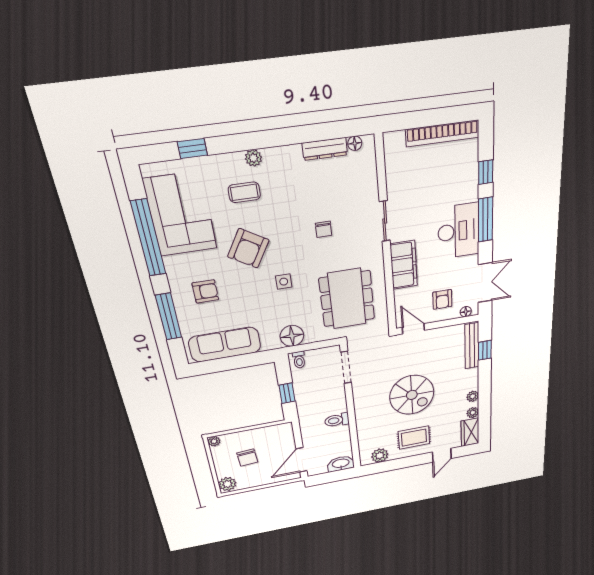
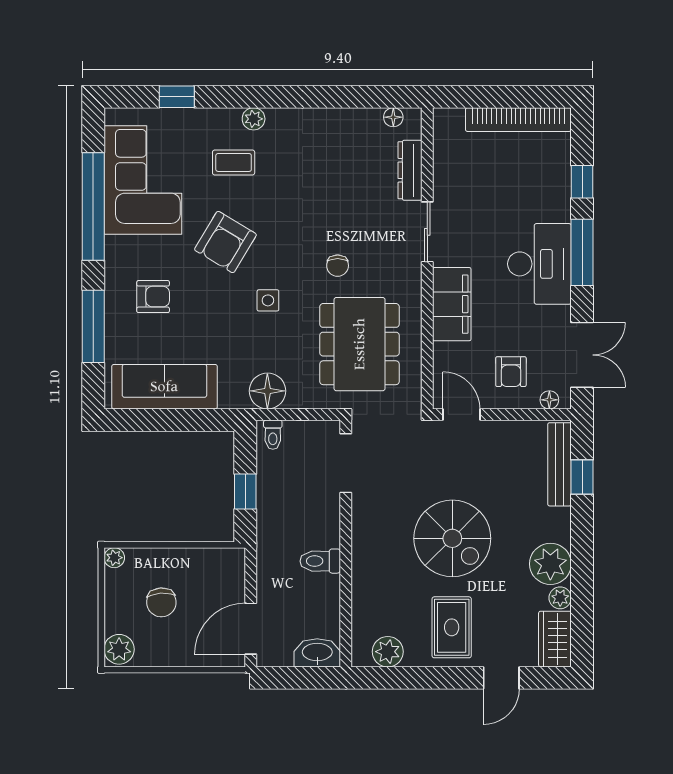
dresser: (325, 149) -> (410, 170), moved, turned 90
chair: (324, 229) -> (338, 266), moved
plant: (473, 396) -> (550, 564), width x1.87, depth x1.87
rug: (414, 438) -> (452, 627), turned 90

